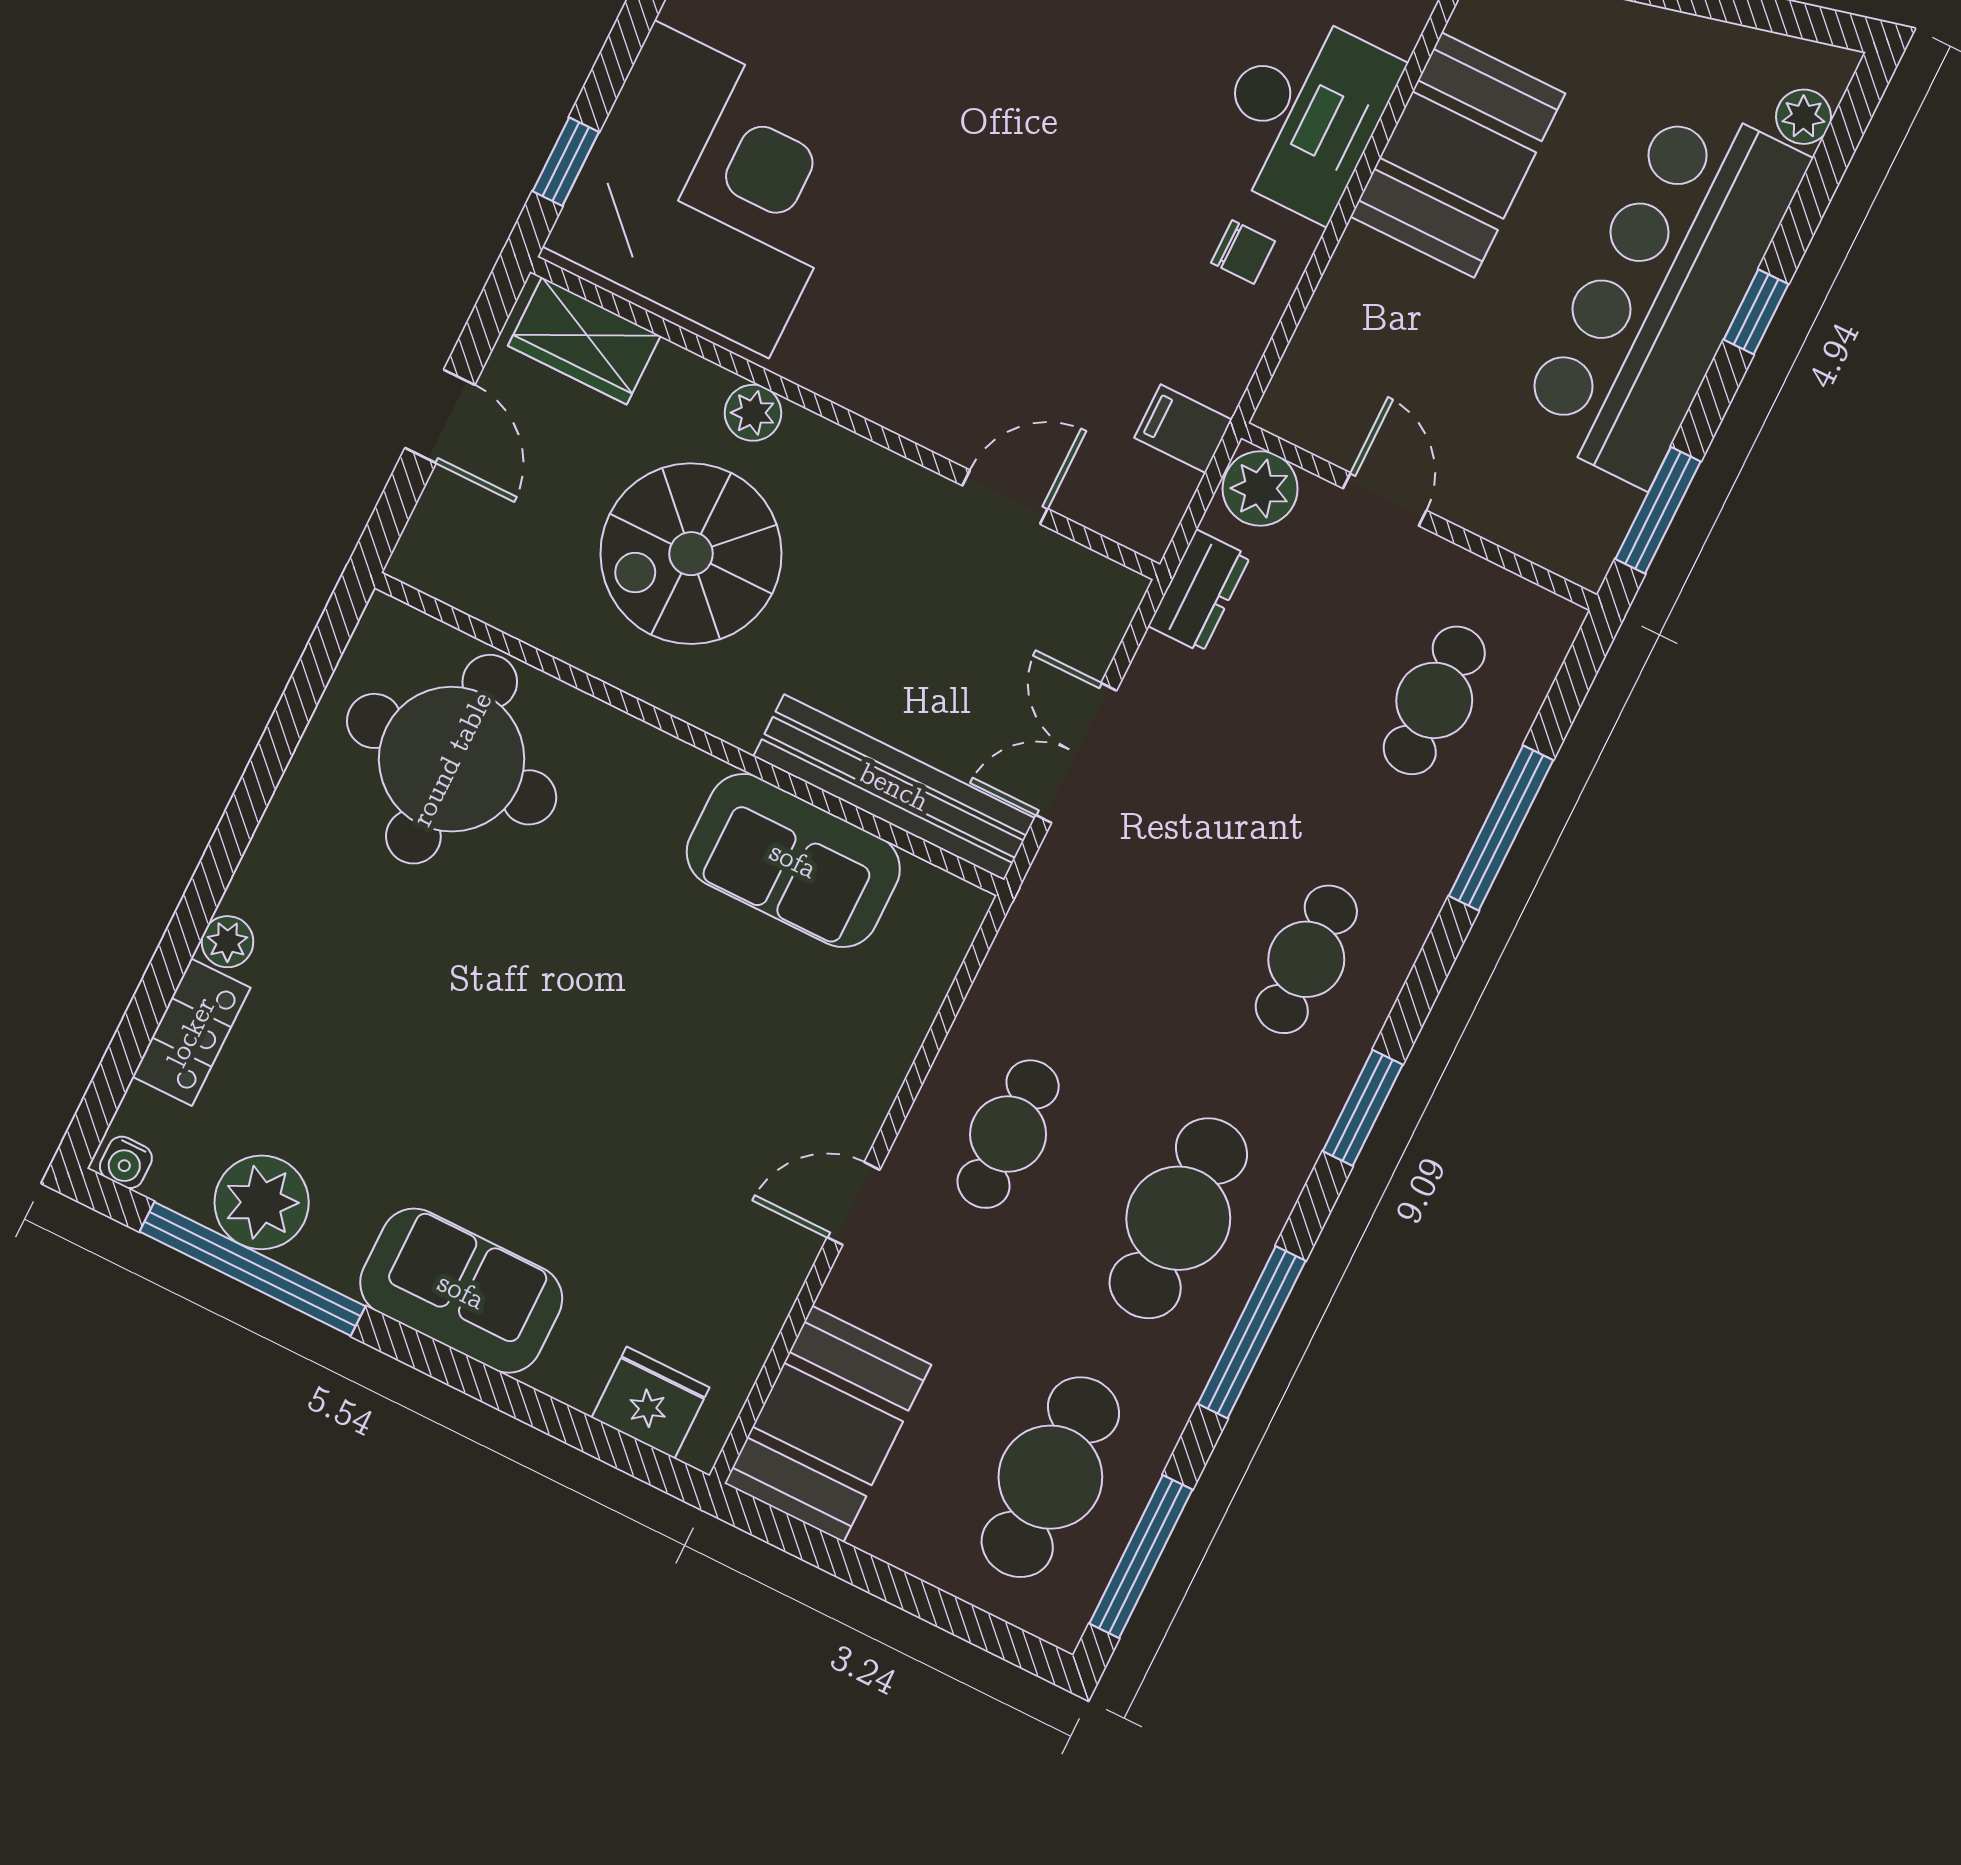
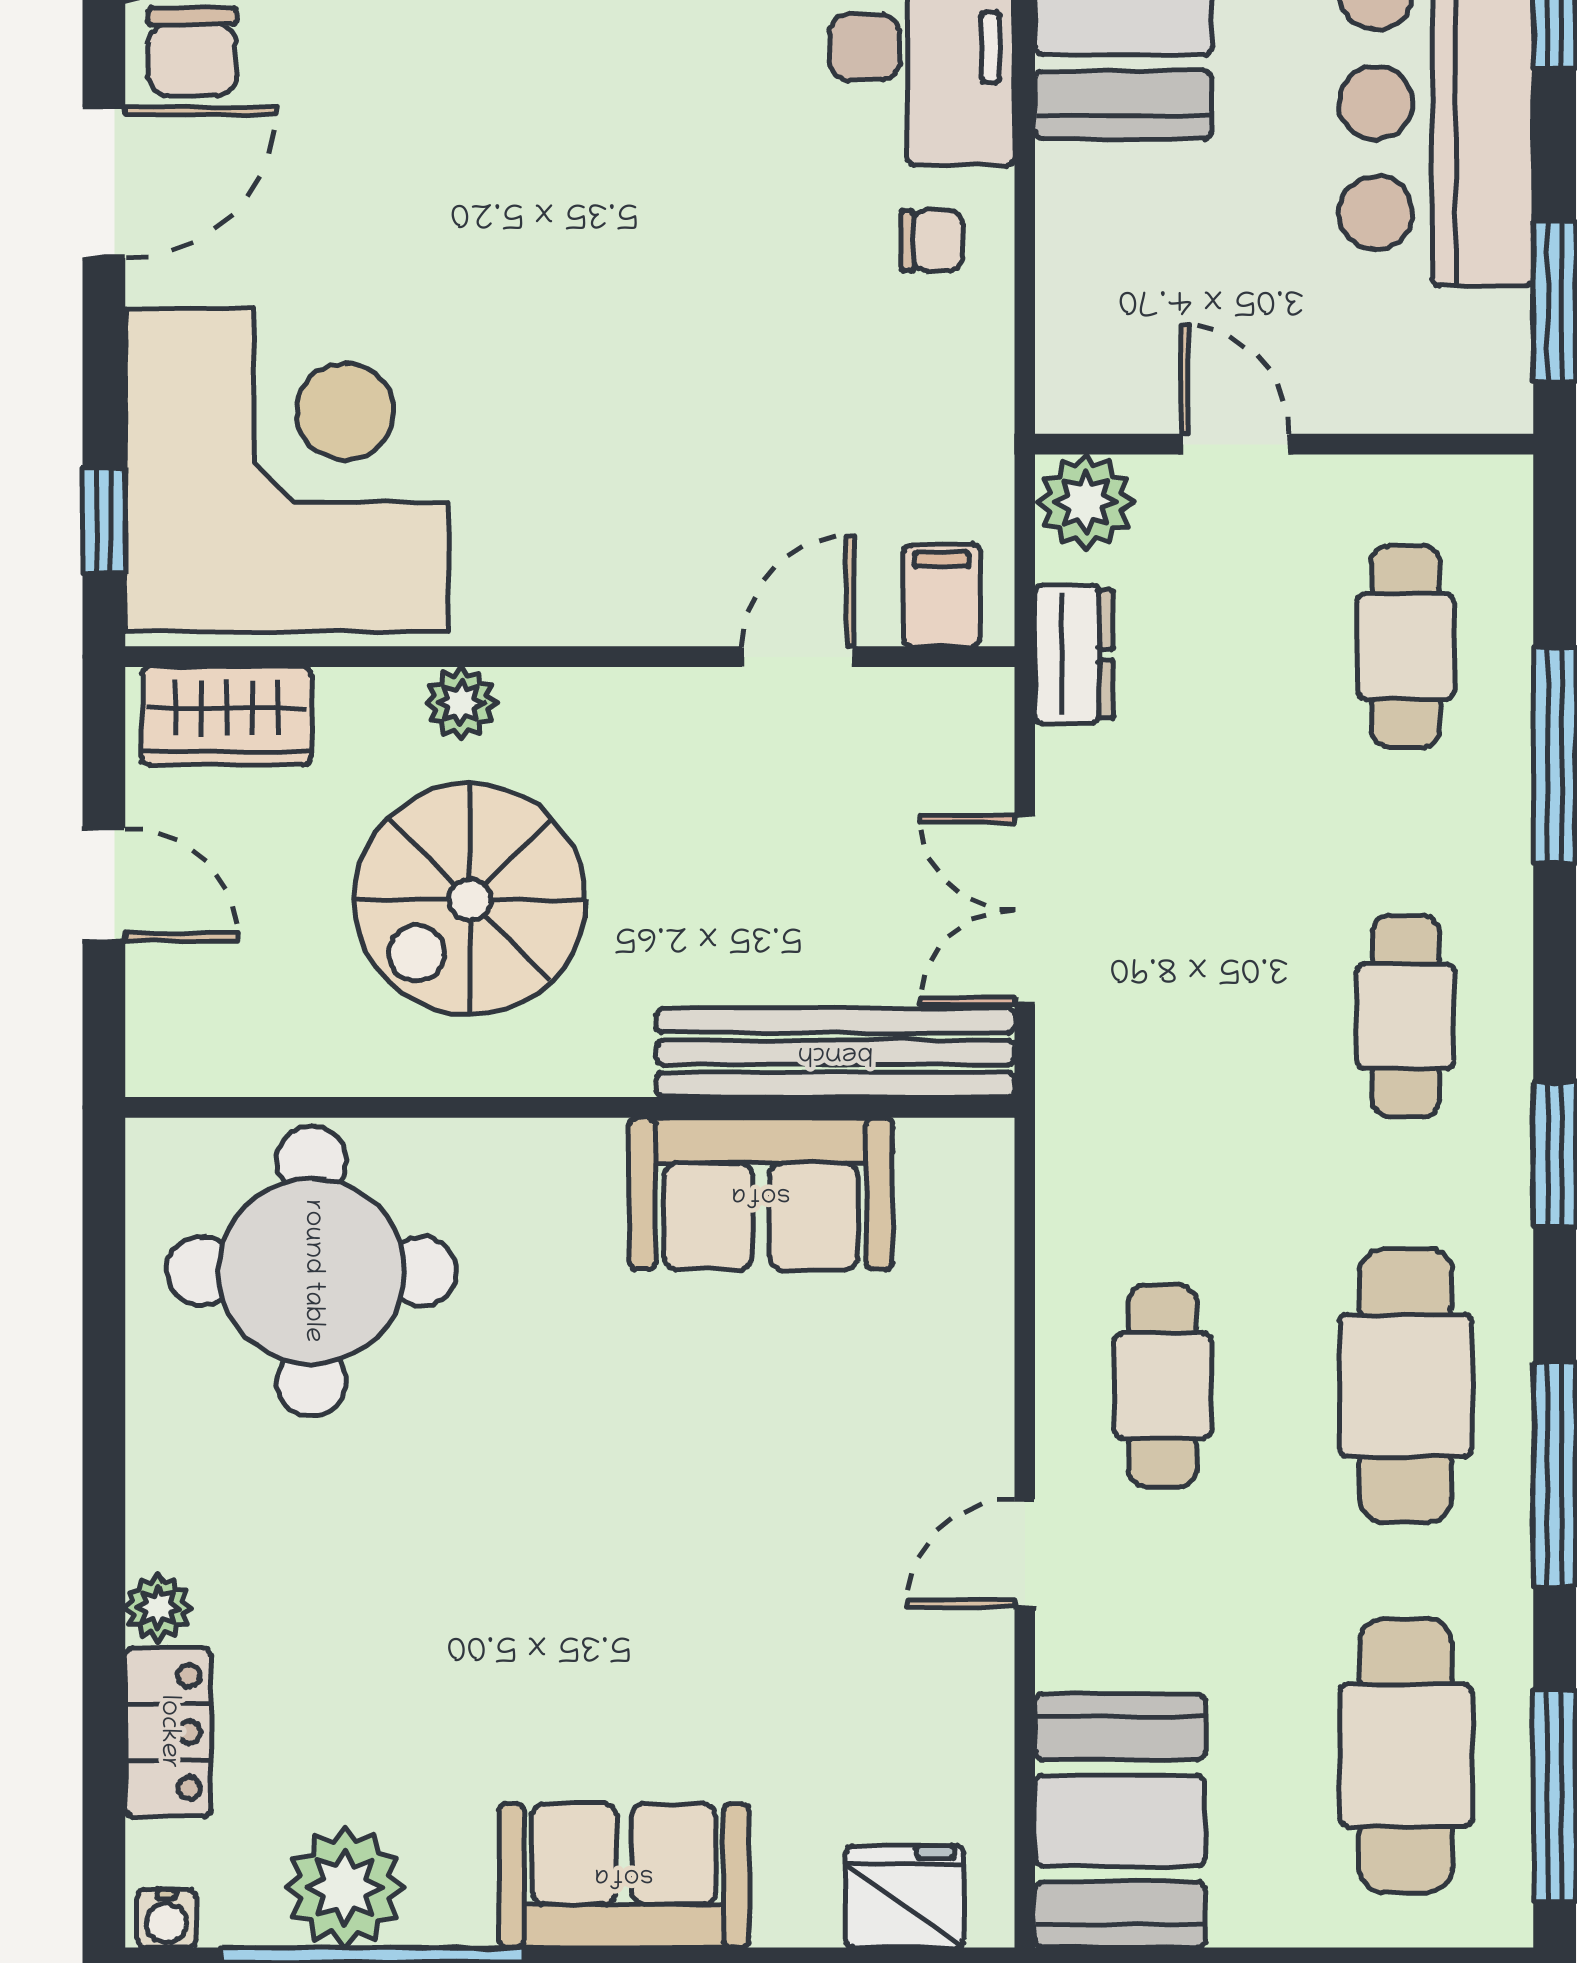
filing cabinet: (1183, 429) -> (942, 595), moved, turned 90

